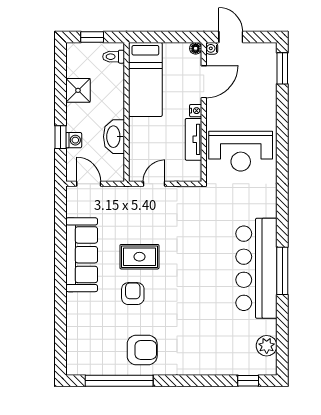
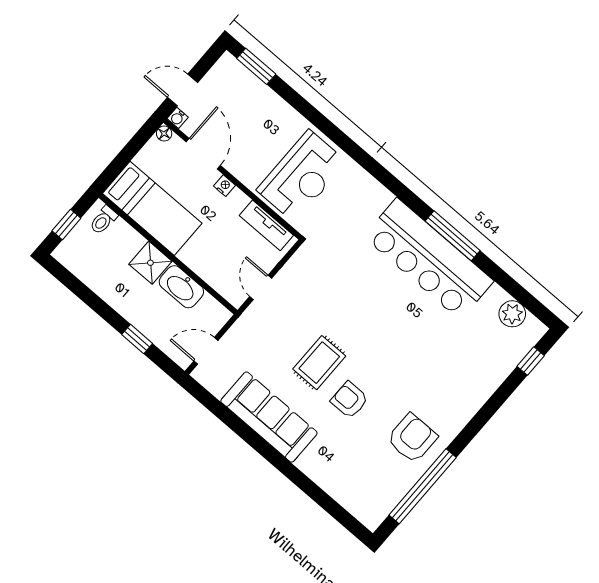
shower: (78, 90) -> (150, 263), moved
tv unit: (193, 139) -> (266, 225), moved
washing machine: (74, 140) -> (151, 329), removed

